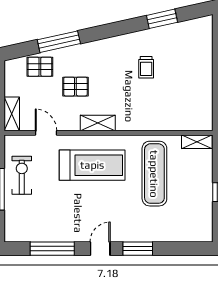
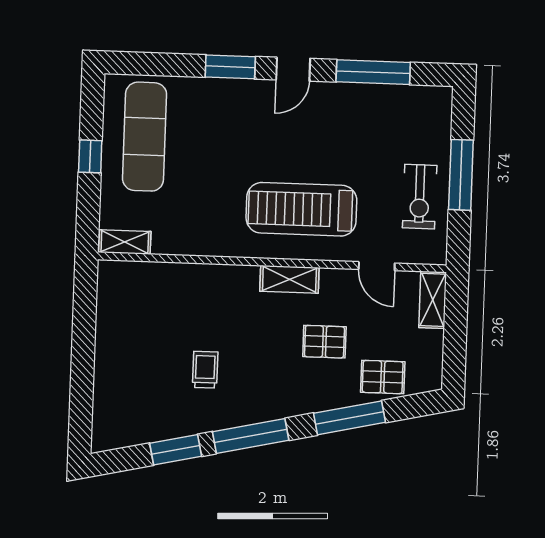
window: (117, 29) -> (251, 436), added
exercise mat: (154, 174) -> (145, 137), moved

